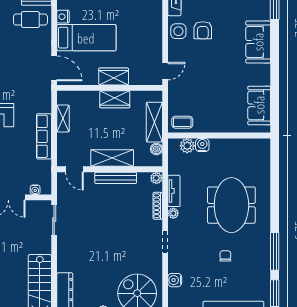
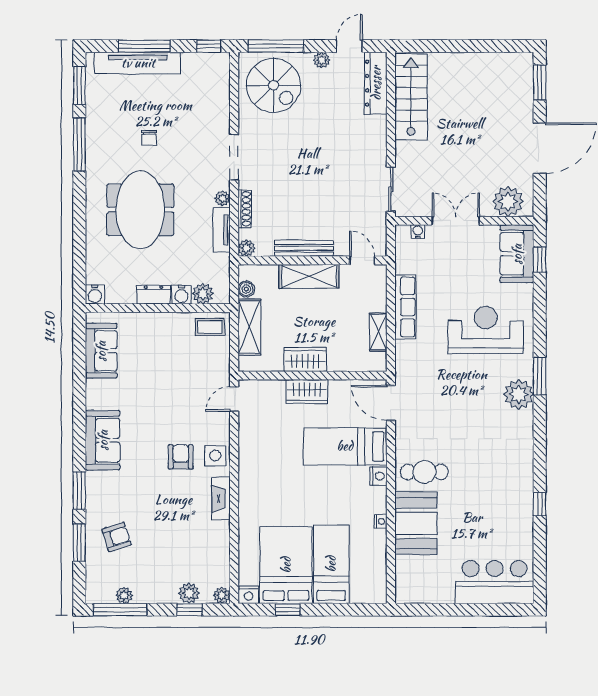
dresser: (222, 145) -> (154, 295), added
doorway: (165, 242) -> (234, 157), width x1.38
water cooler: (175, 280) -> (95, 294), moved, turned 90

